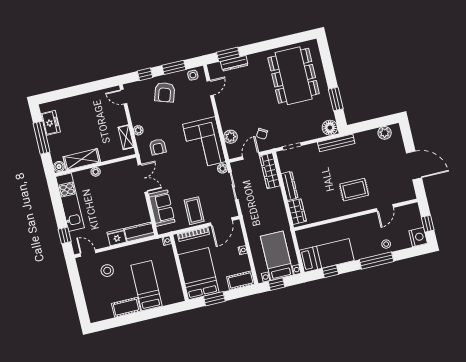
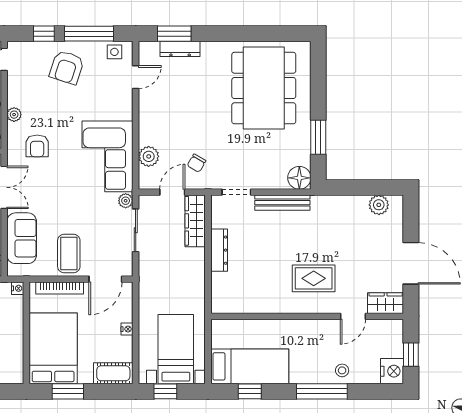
window: (174, 67) -> (89, 34), width x1.44
bench: (336, 143) -> (282, 203), moved
wardrobe: (297, 212) -> (386, 303), moved, turned -90

